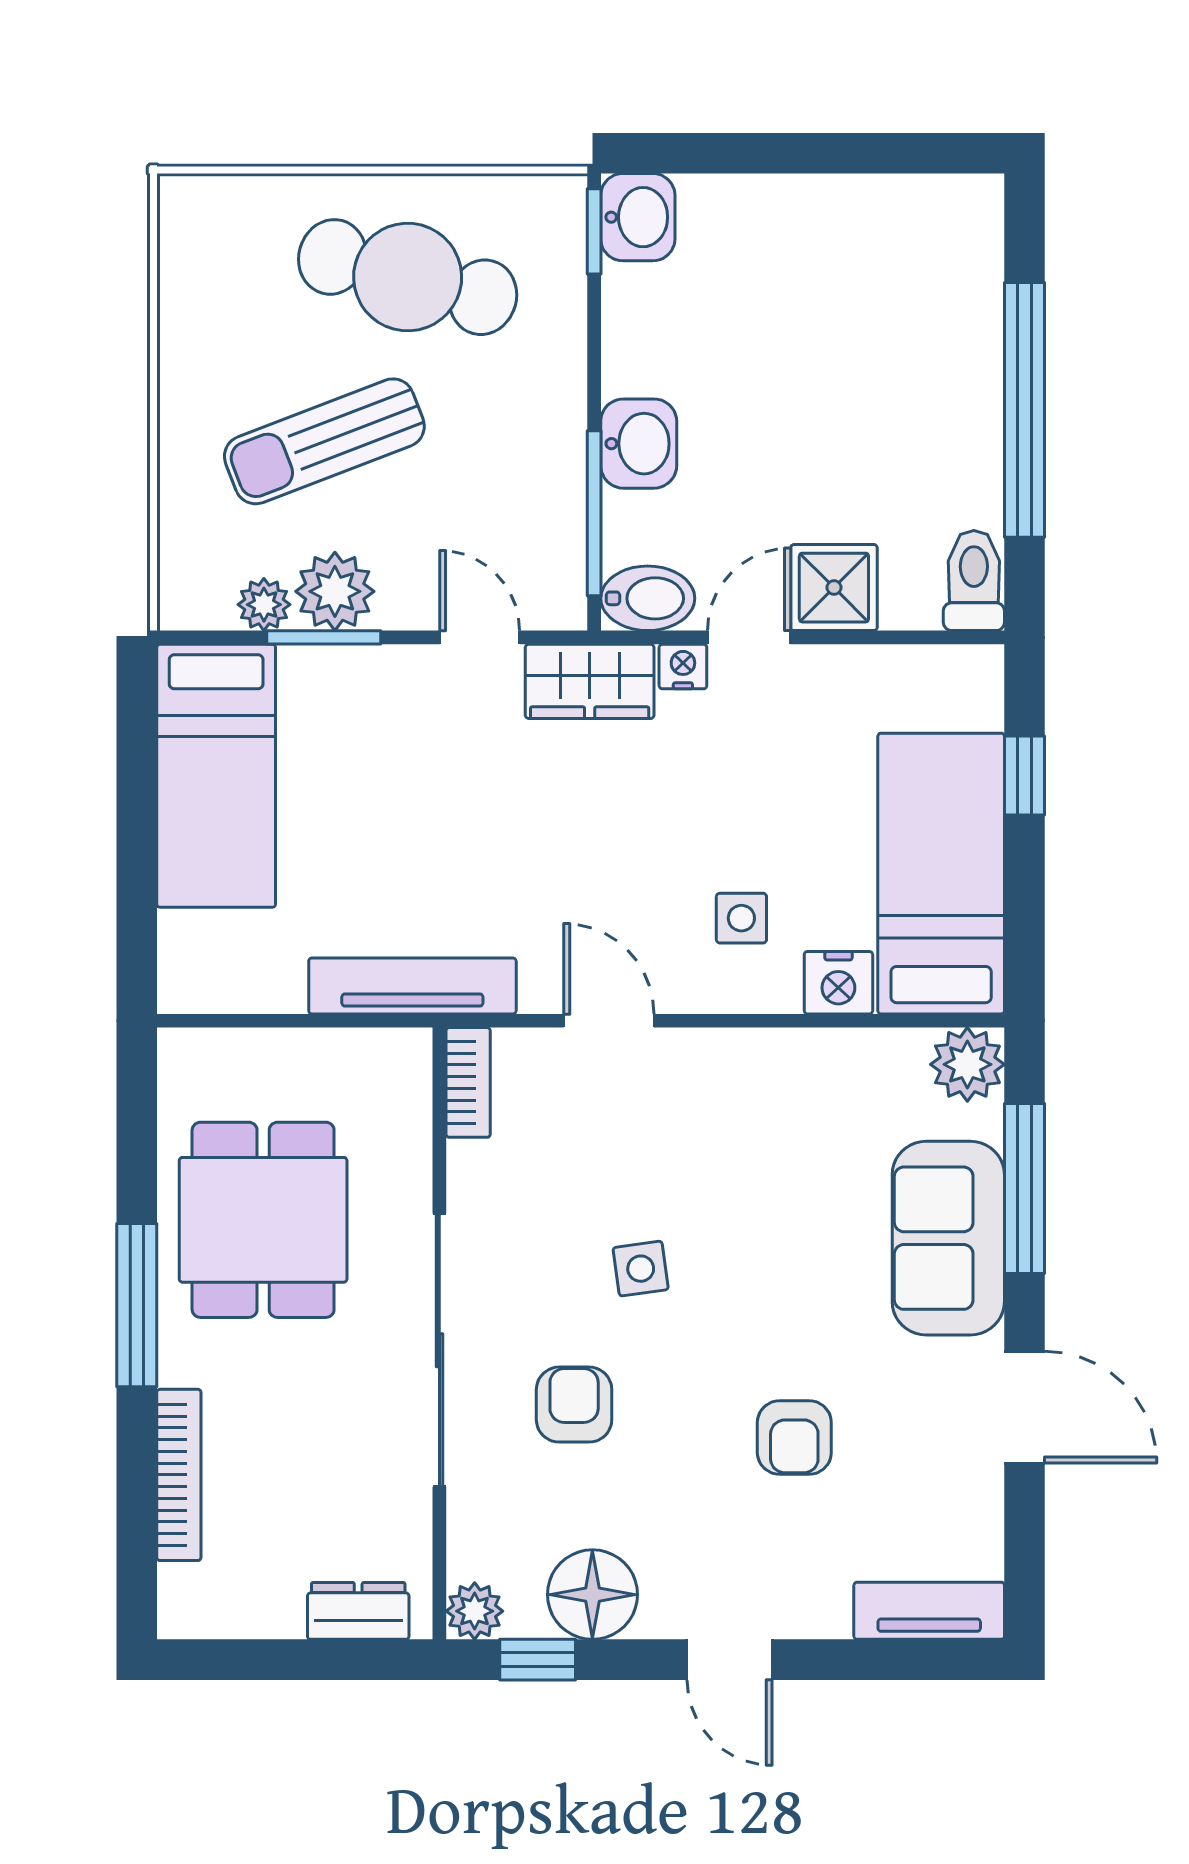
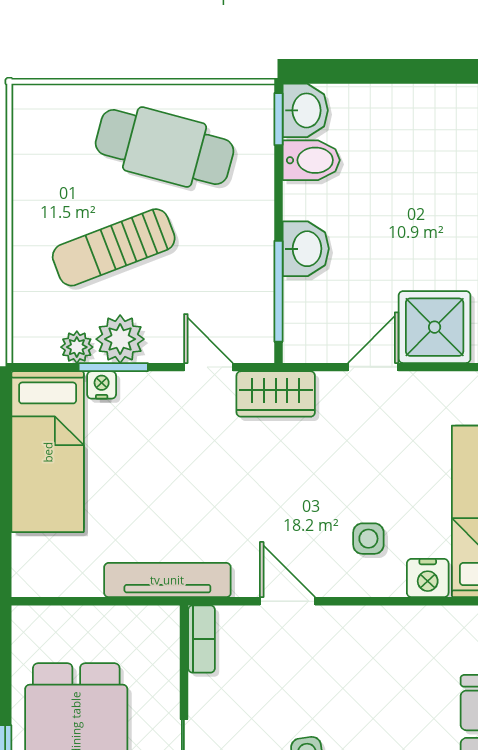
shower: (834, 588) -> (435, 327), width x1.36, depth x1.36
bidet: (648, 598) -> (311, 160), moved
nightstand: (683, 667) -> (102, 385), moved

